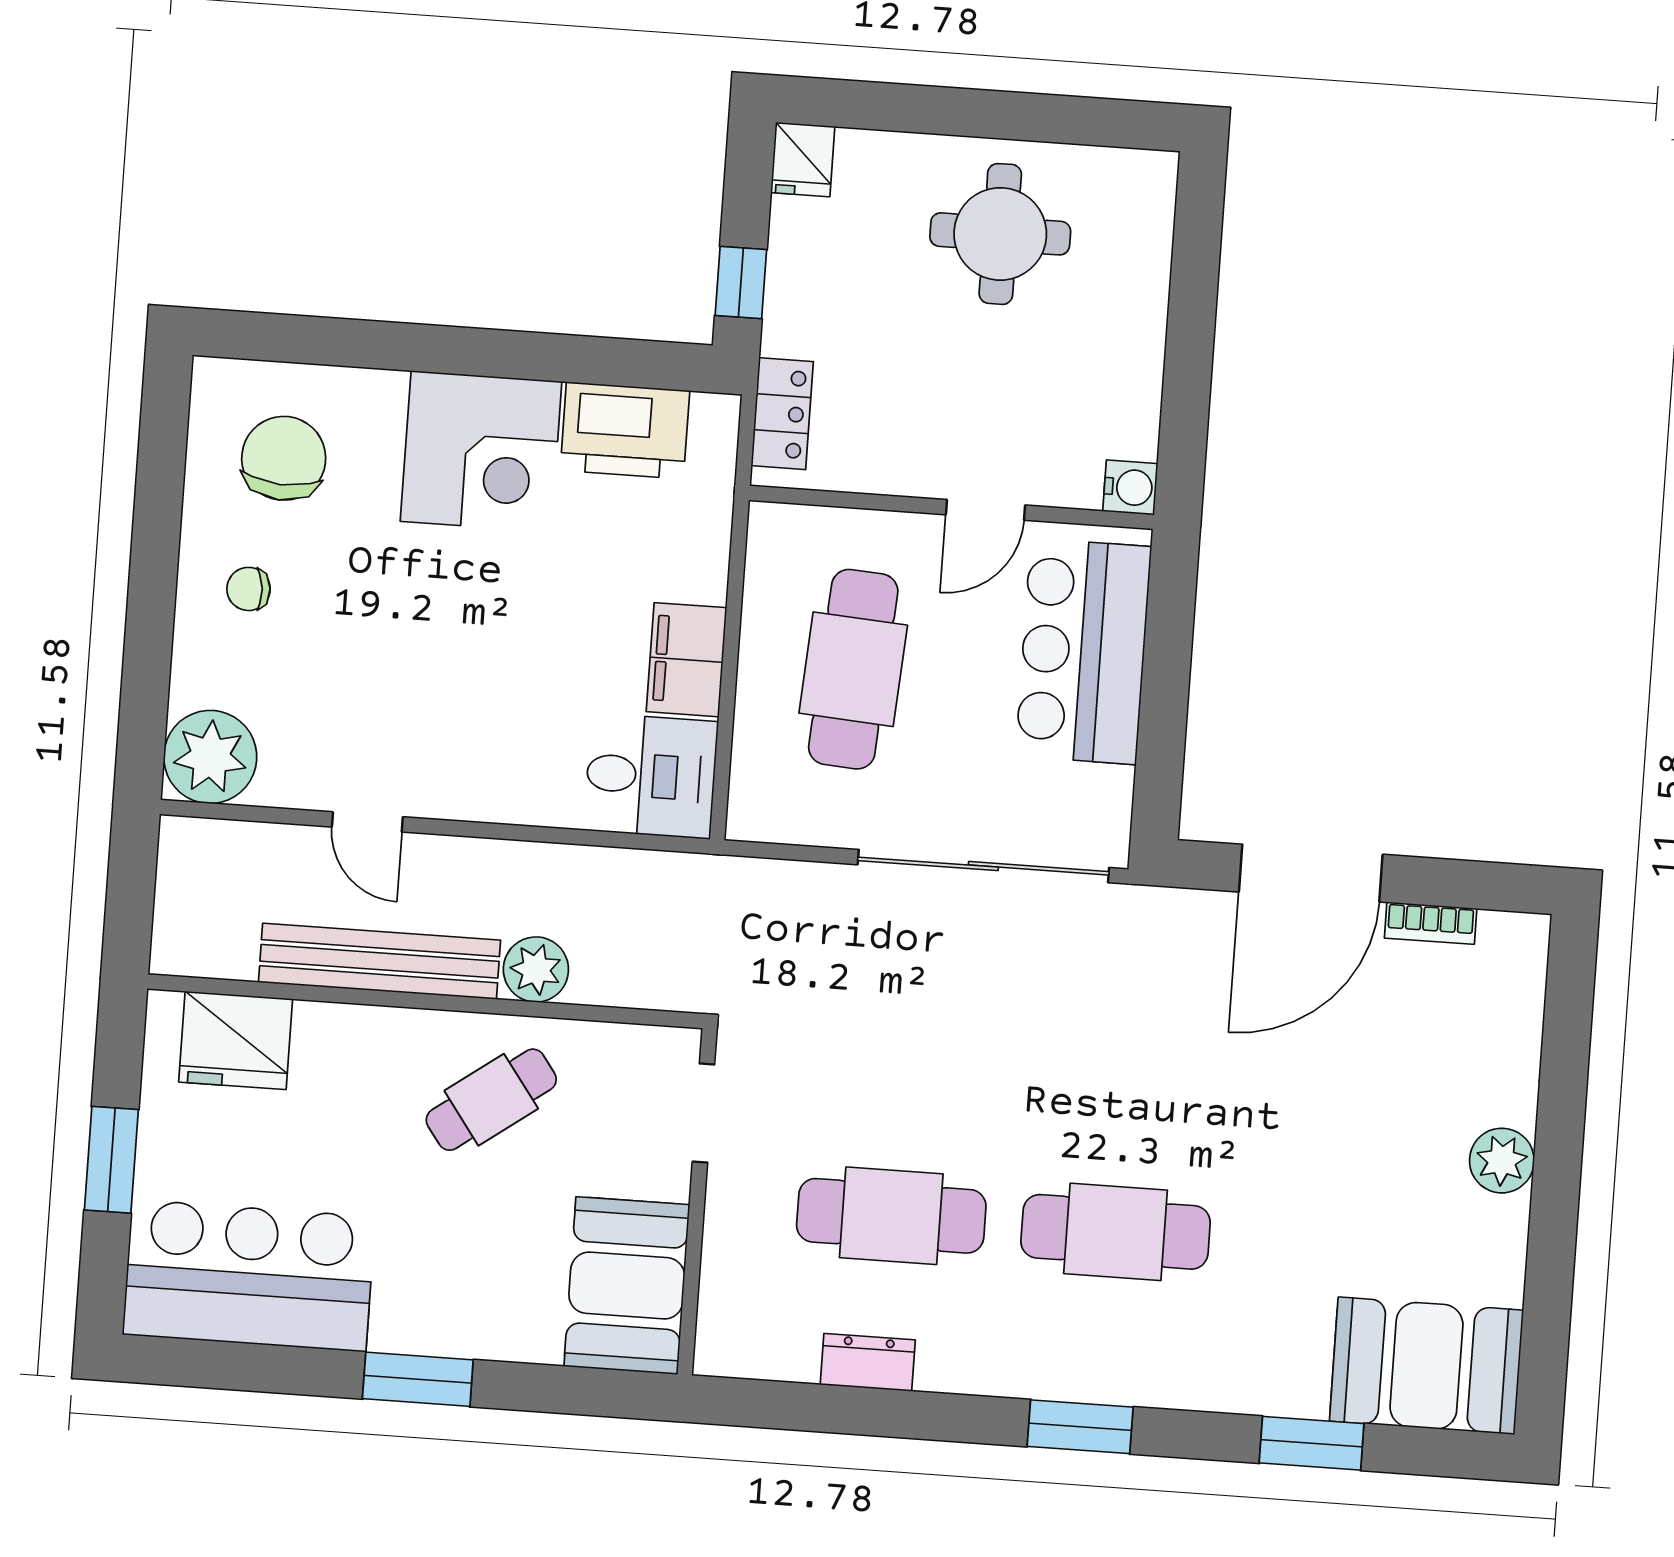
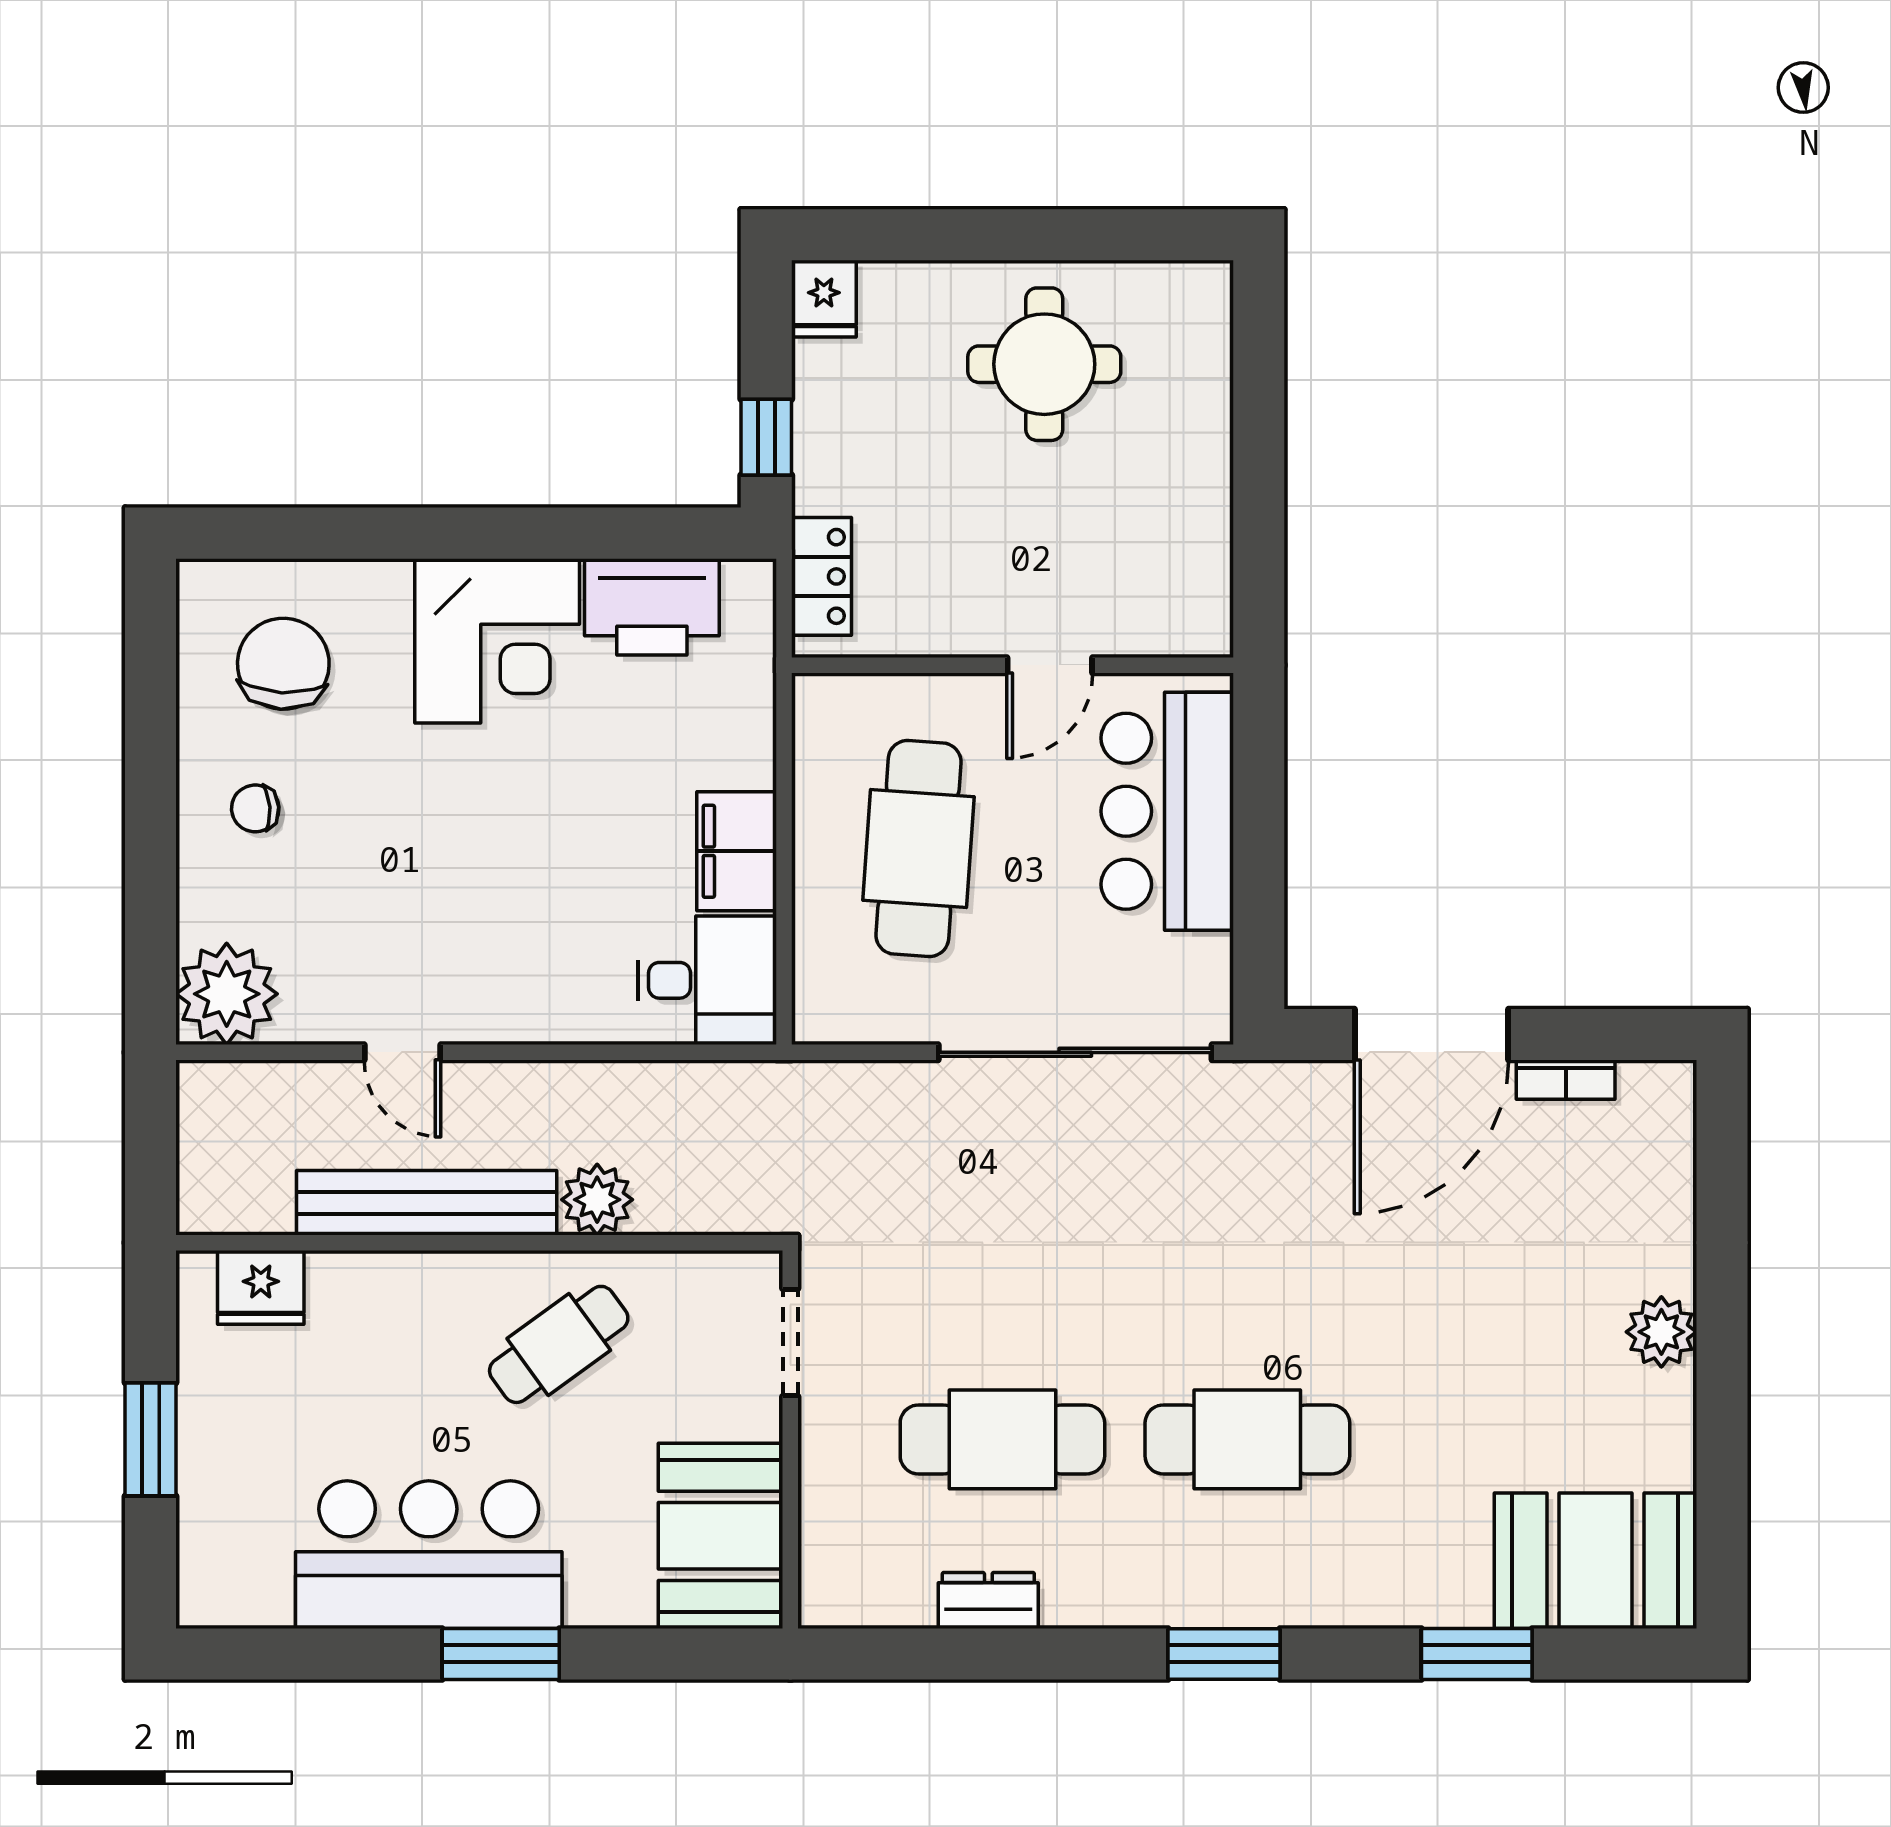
water cooler: (1130, 487) -> (1205, 629), removed
fridge: (236, 1040) -> (261, 1287), width x0.73, depth x0.75
bar counter: (249, 1276) -> (429, 1555), moved

